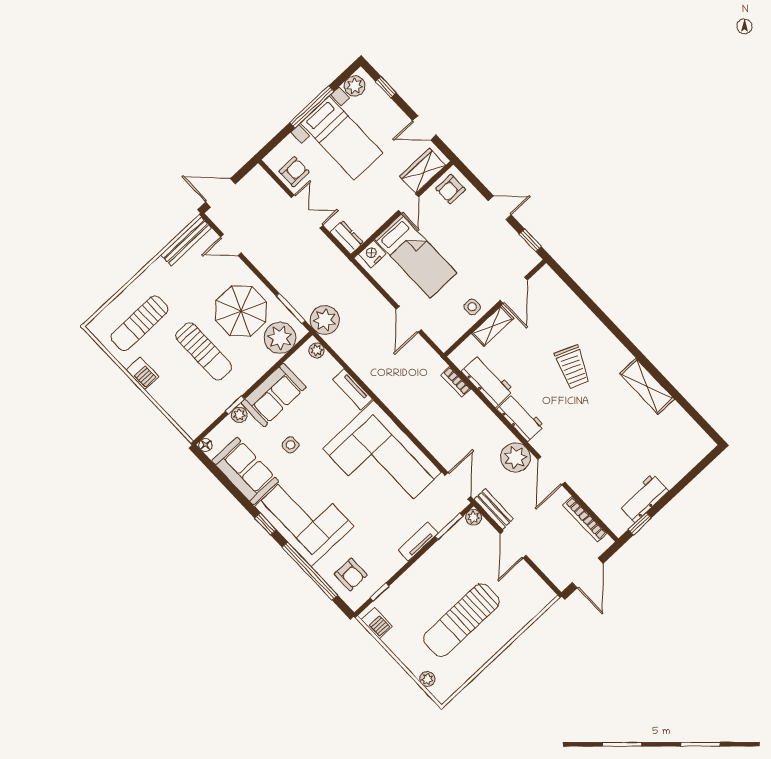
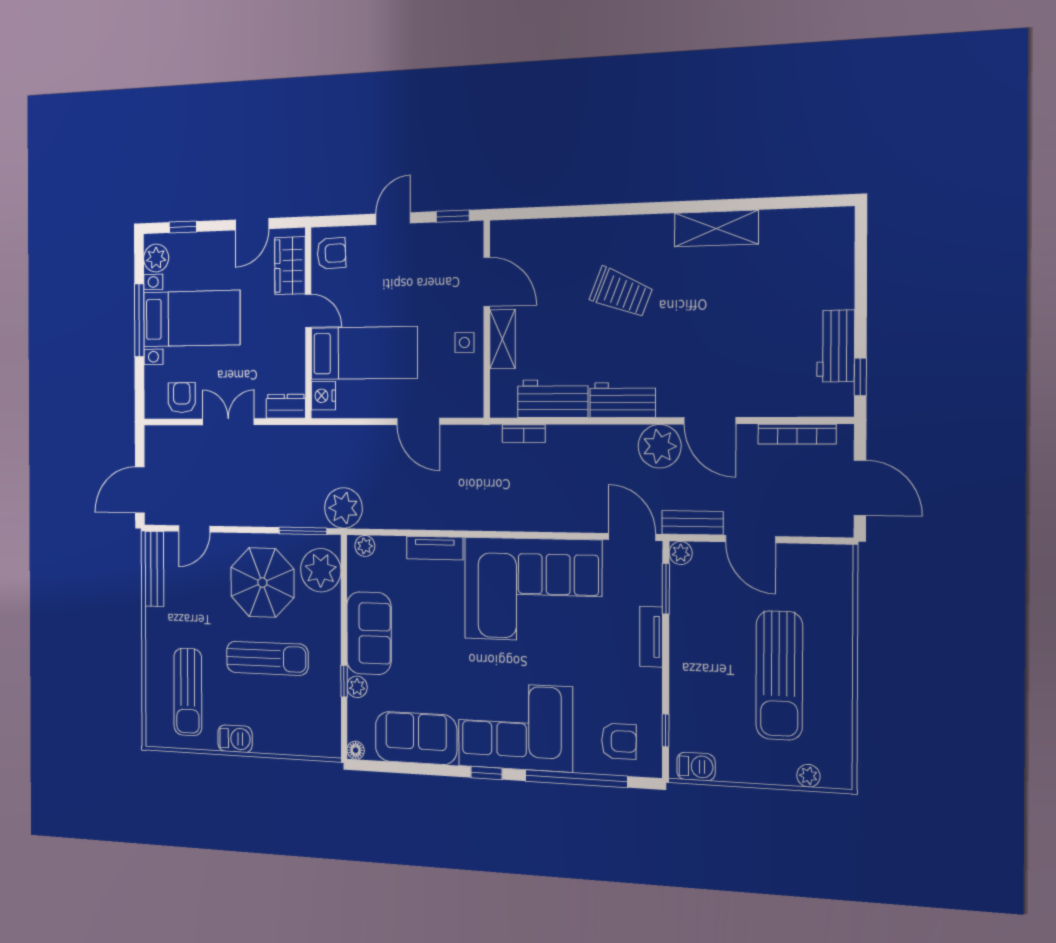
armchair: (450, 189) -> (331, 253), turned -92
side table: (291, 445) -> (432, 667), removed

